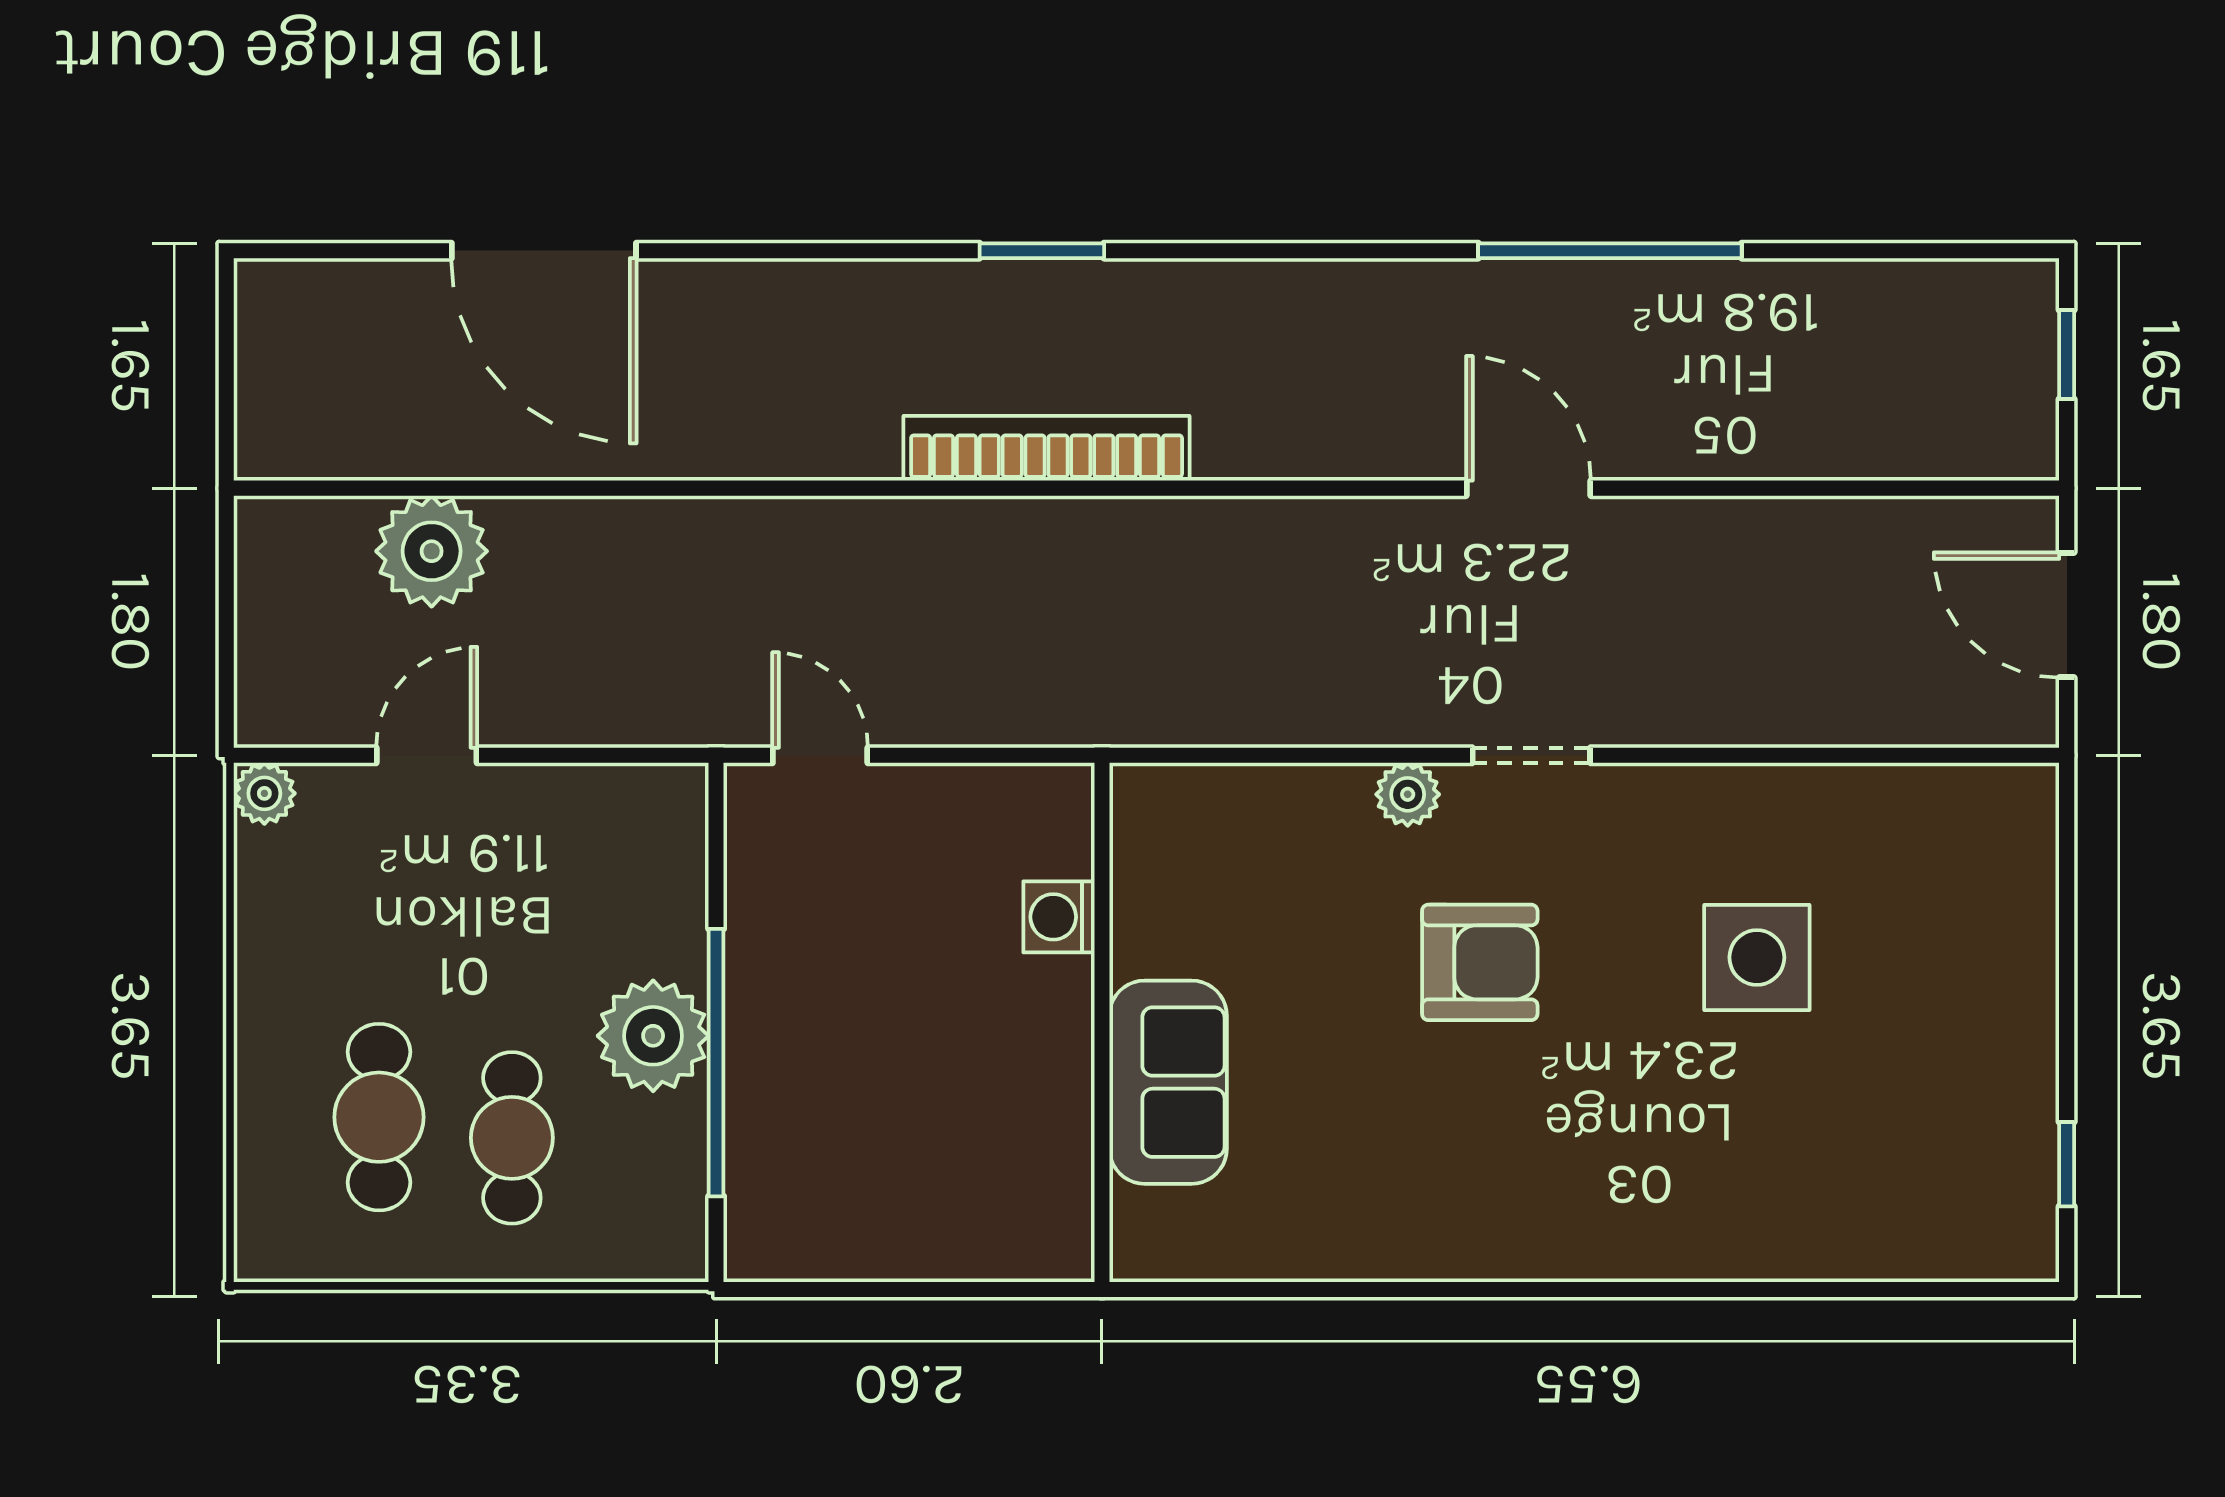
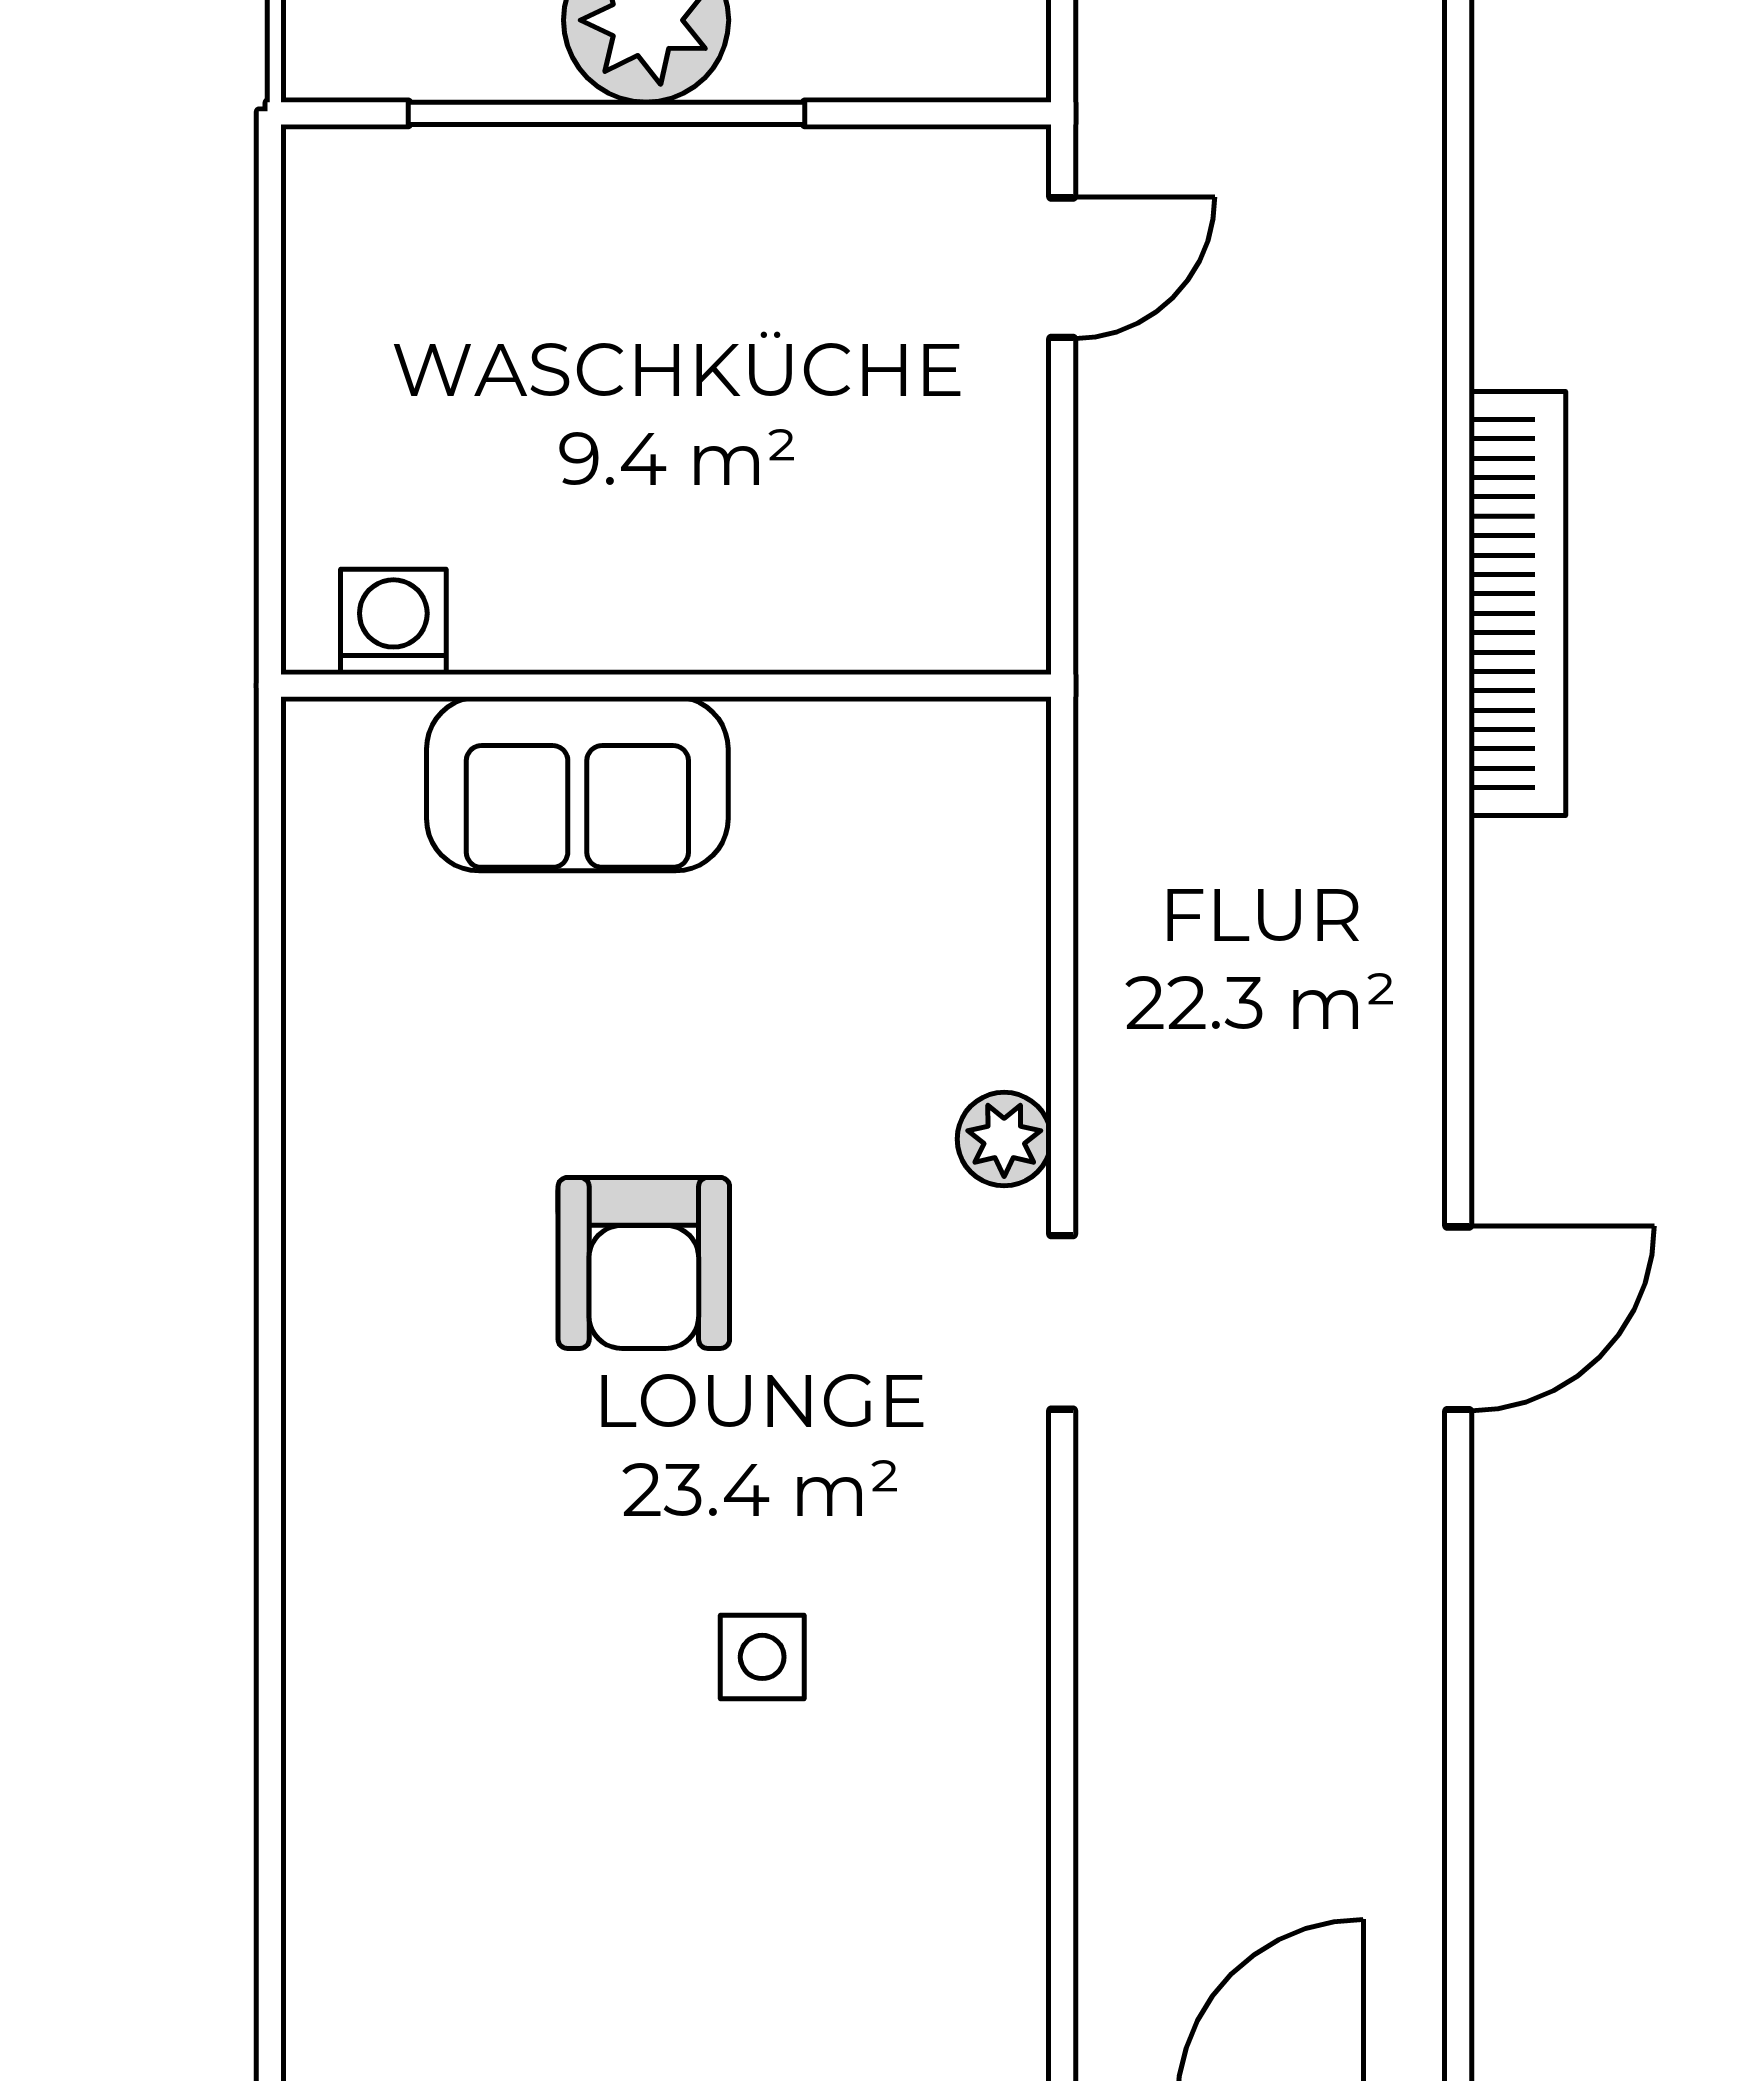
washing machine: (1059, 917) -> (393, 622), moved
side table: (1757, 957) -> (762, 1657), width x0.54, depth x0.54
armchair: (1480, 962) -> (644, 1263), moved

